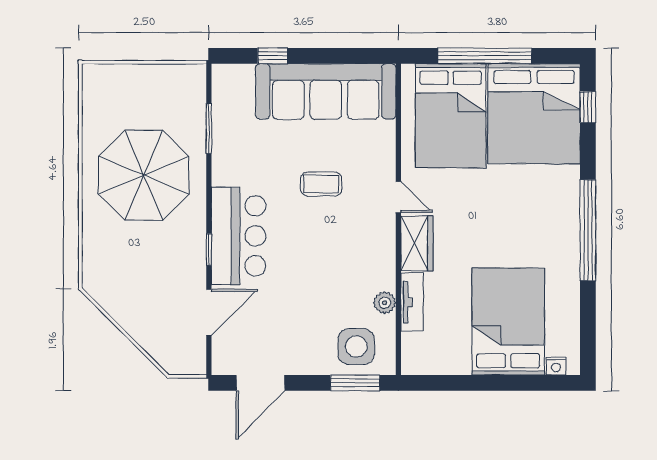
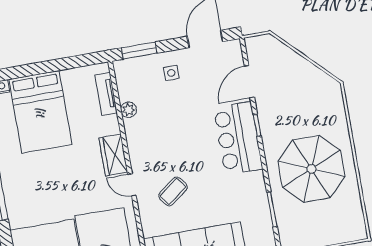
coffee table: (321, 184) -> (173, 191), moved, turned -37
tv unit: (412, 302) -> (106, 94), moved
side table: (356, 346) -> (171, 73), moved, width x0.54, depth x0.54

